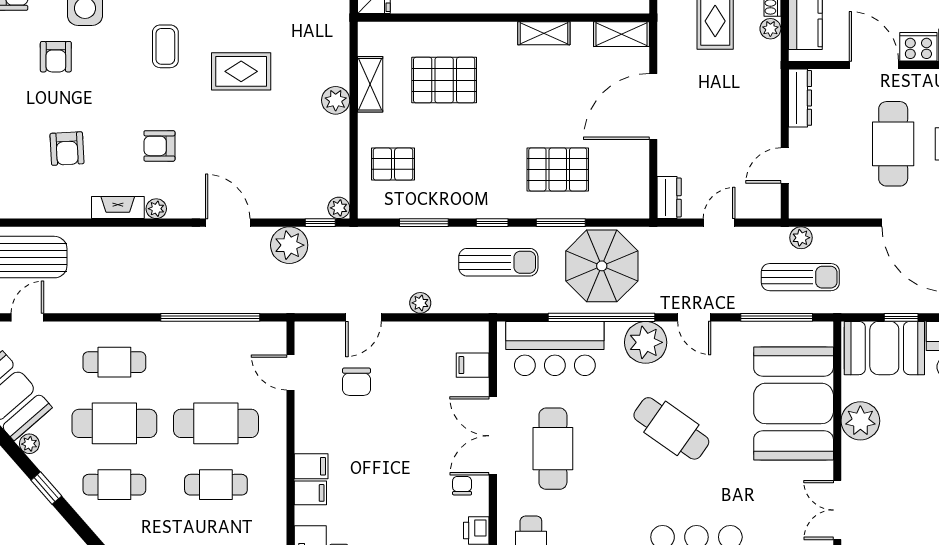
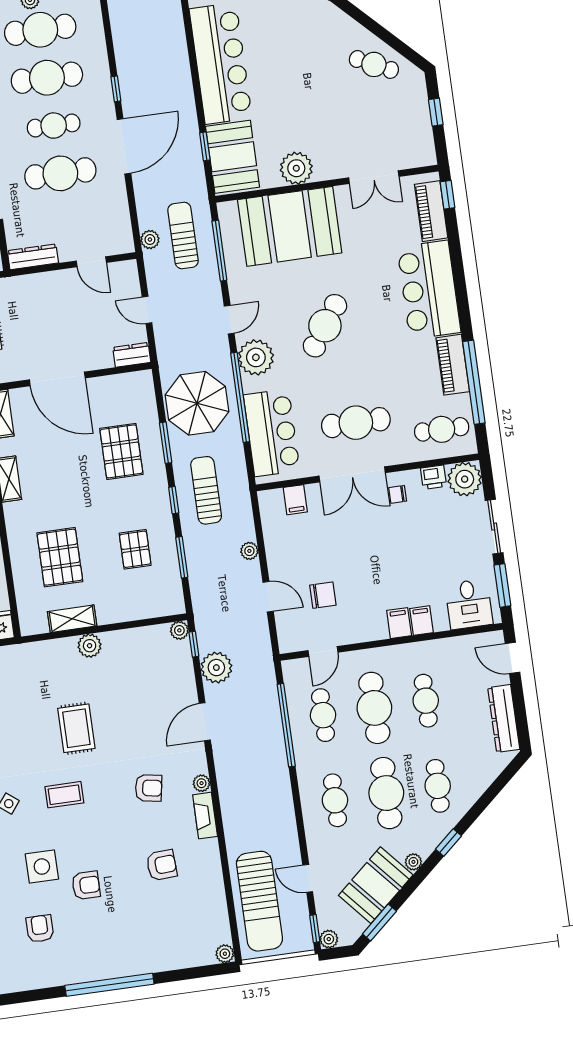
armchair: (159, 146) -> (149, 788), turned -80
pallet: (393, 164) -> (135, 549), moved
cafe table: (216, 362) -> (323, 715), added

